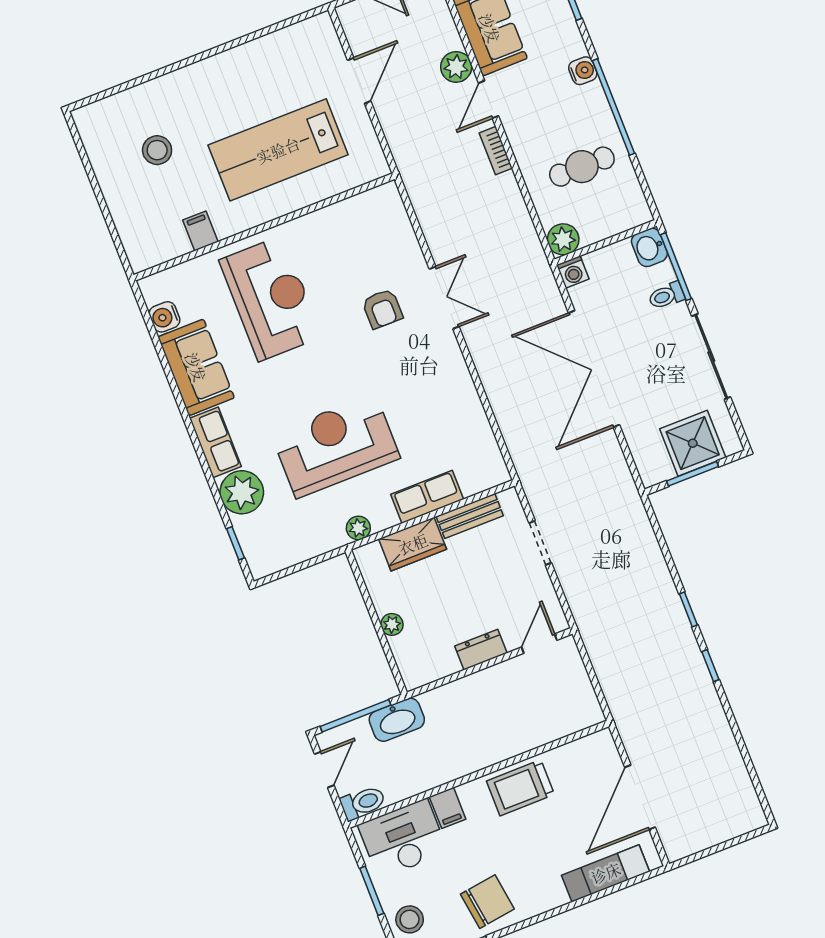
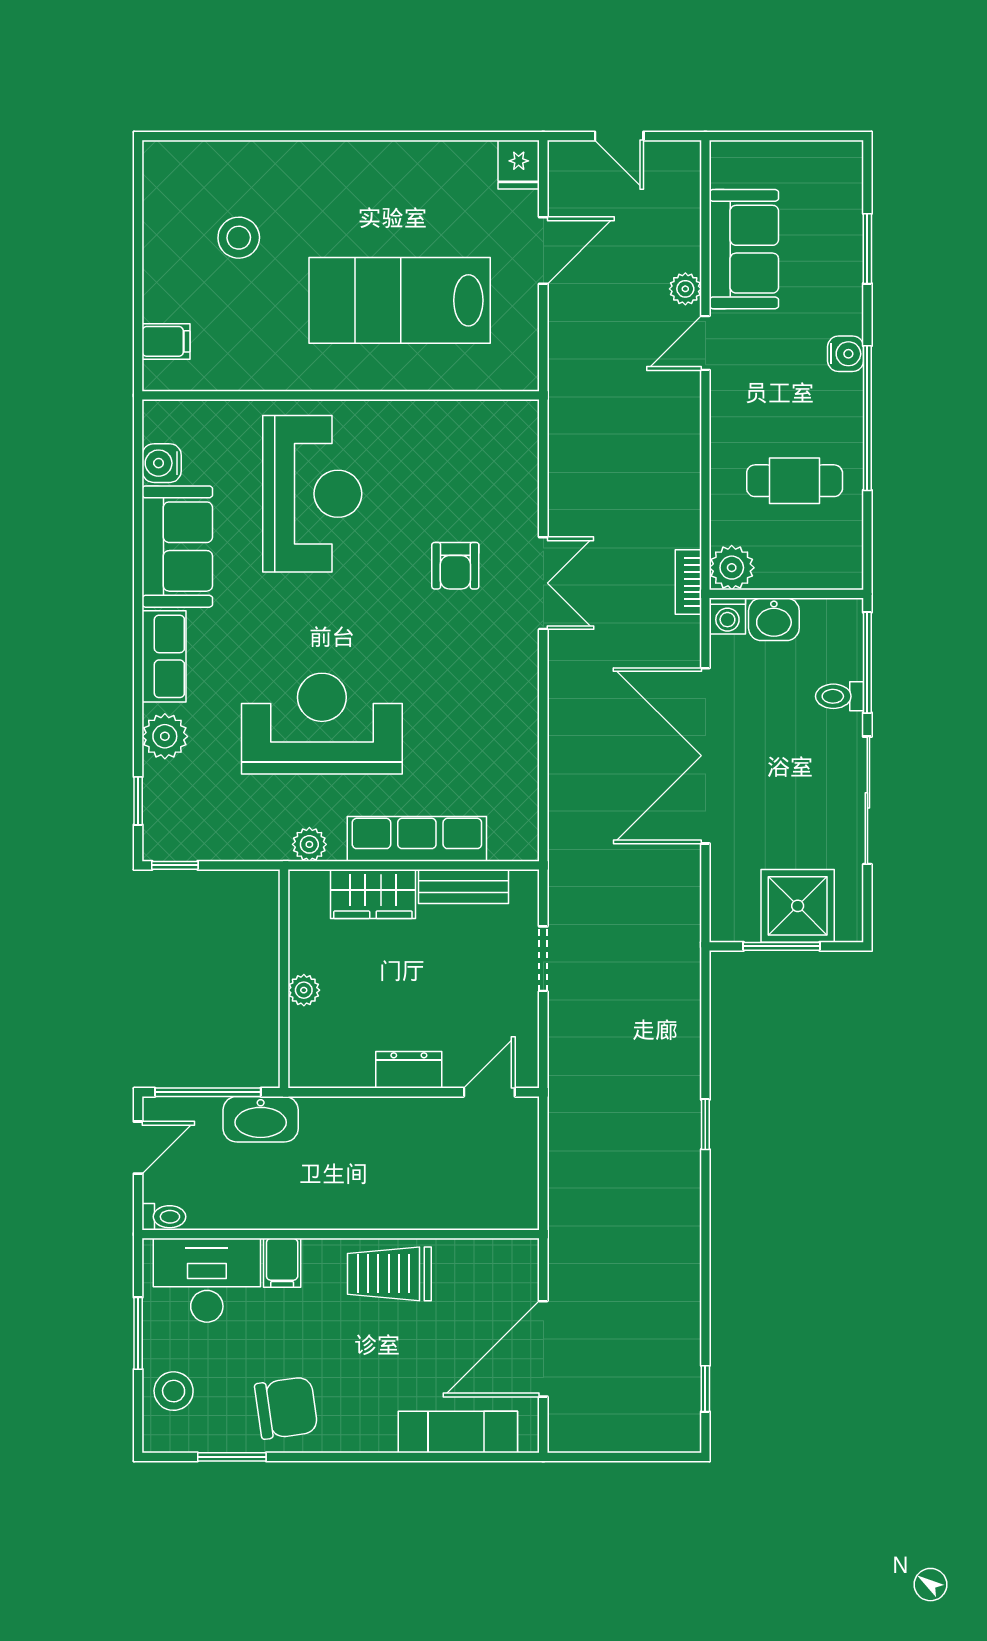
fridge: (321, 31) -> (519, 165), added
plant: (456, 67) -> (685, 289), width x0.73, depth x0.73
bookcase: (496, 151) -> (688, 582), moved
filing cabinet: (200, 231) -> (166, 341), moved, turned 90
washbasin: (649, 247) -> (774, 619), moved, turned -90
plant: (242, 492) -> (165, 736), width x0.73, depth x0.73
row of seats: (427, 497) -> (417, 839), width x1.48
window: (276, 576) -> (175, 865), added
window: (710, 666) -> (705, 1389), moved
toilet: (363, 803) -> (164, 1217), width x0.73, depth x0.72

